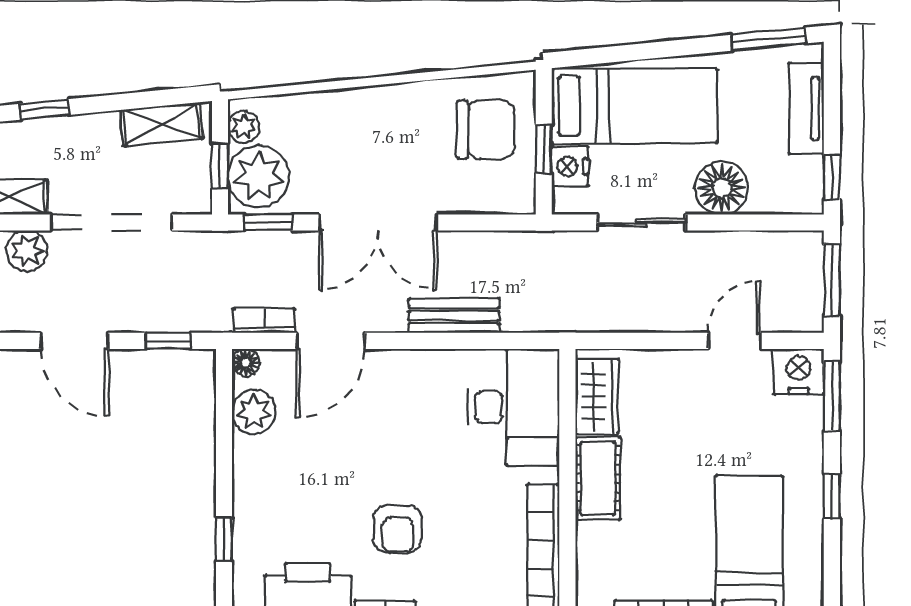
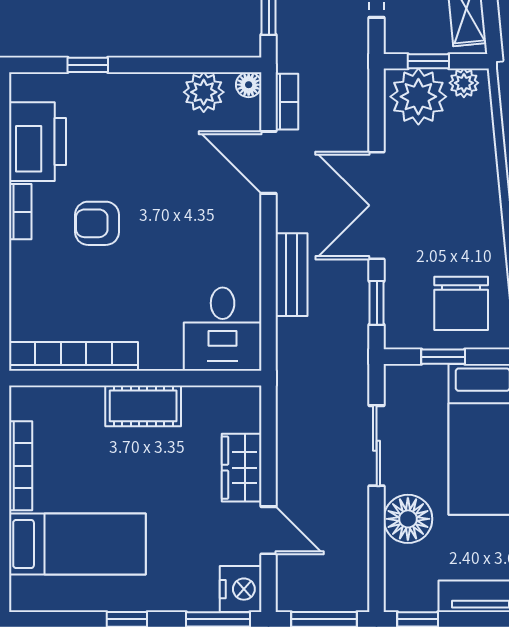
nightstand: (570, 167) -> (428, 381), removed
window: (268, 222) -> (377, 303), moved
wardrobe: (597, 396) -> (242, 468), moved, turned 90
desk: (514, 407) -> (223, 329), width x0.73

